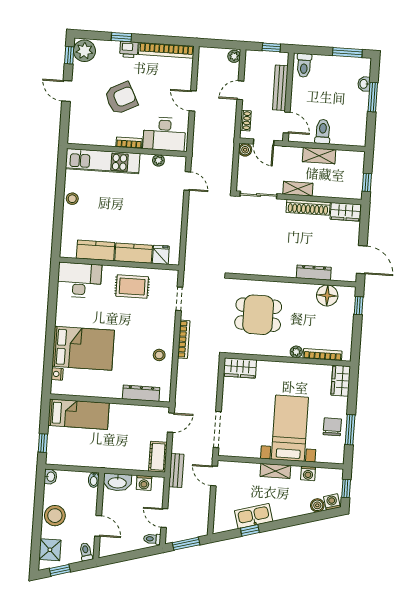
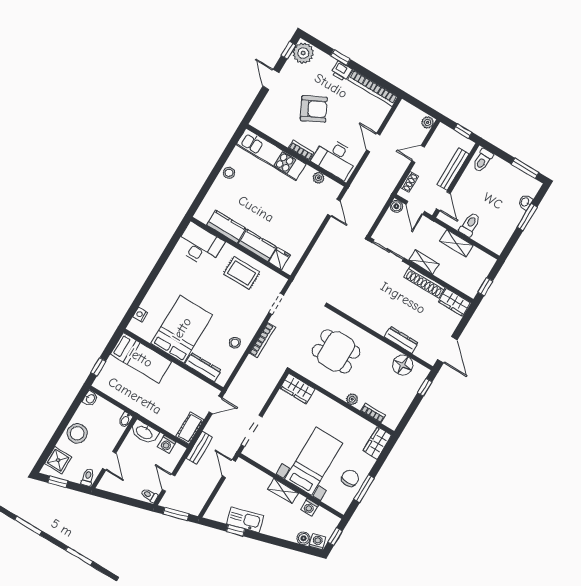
bed: (83, 348) -> (182, 329), moved, turned -90
bookcase: (323, 355) -> (373, 413), width x0.64

